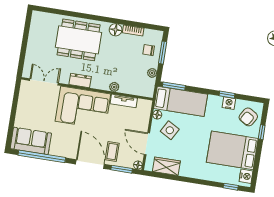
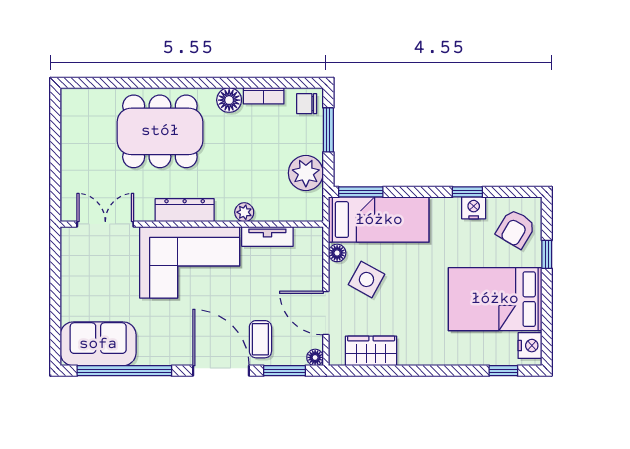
chair: (149, 50) -> (307, 104), moved
plant: (152, 73) -> (306, 173), width x1.87, depth x1.87
dresser: (80, 80) -> (185, 210), width x1.44

